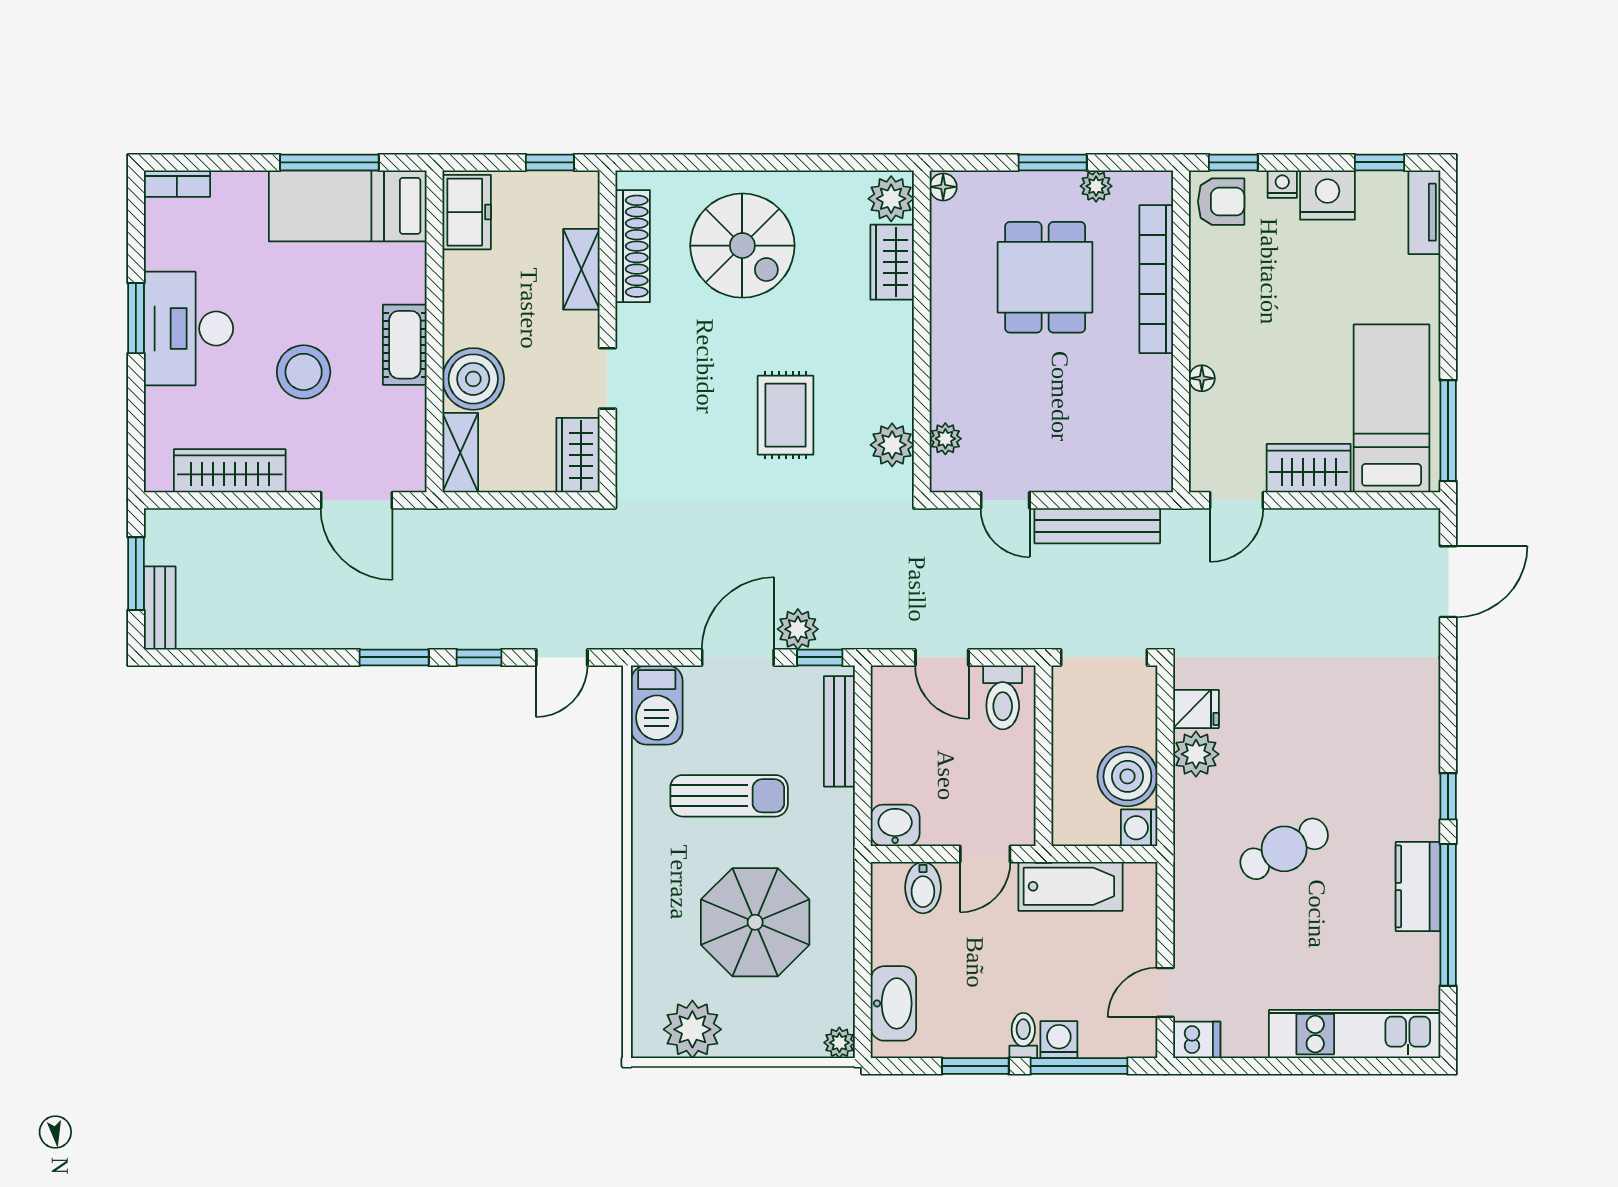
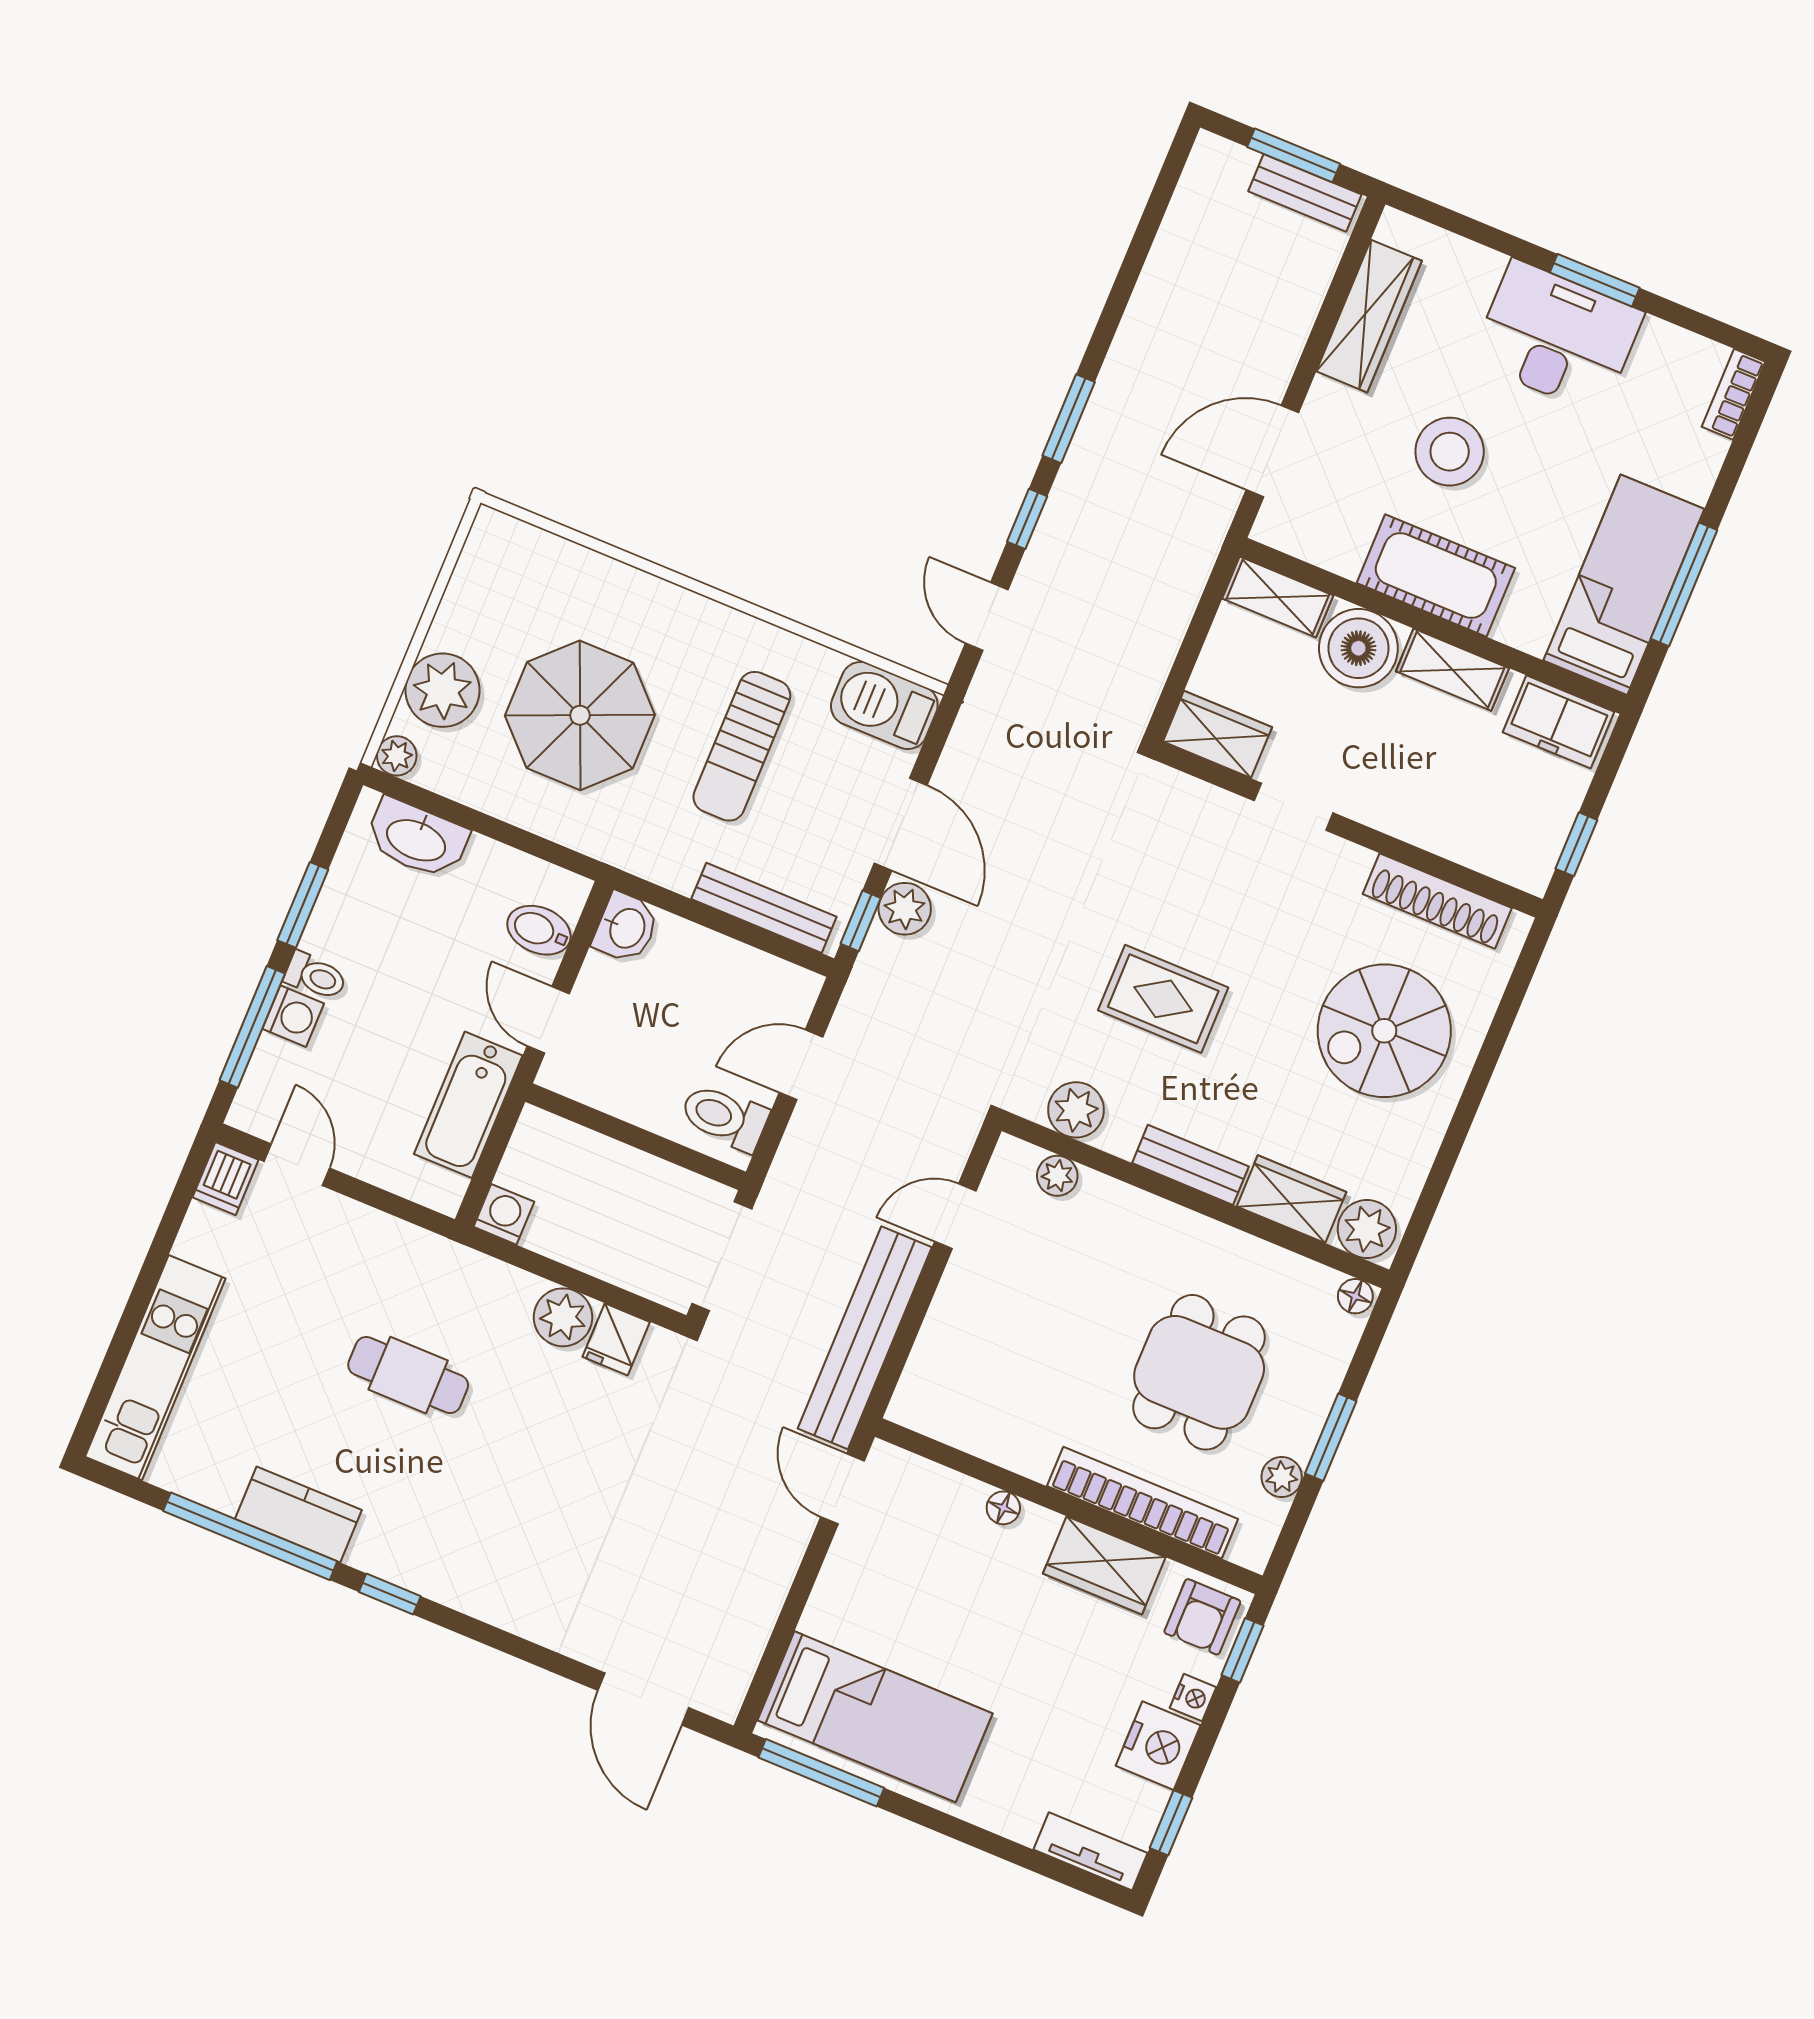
shelving: (581, 269) -> (1452, 670), moved
dining table: (1045, 277) -> (1199, 1372), turned 90
cot: (405, 345) -> (1436, 576), width x1.37, depth x1.34
bench: (898, 346) -> (1190, 1165), added
wardrobe: (1309, 468) -> (1104, 1565), moved, turned 90
bench: (1097, 526) -> (865, 1338), width x1.37, depth x1.21
bench: (160, 608) -> (1305, 193), moved
boiler: (1127, 776) -> (570, 1226), removed
cafe table: (1284, 849) -> (408, 1375), turned -63
plant: (692, 1029) -> (442, 690), moved

